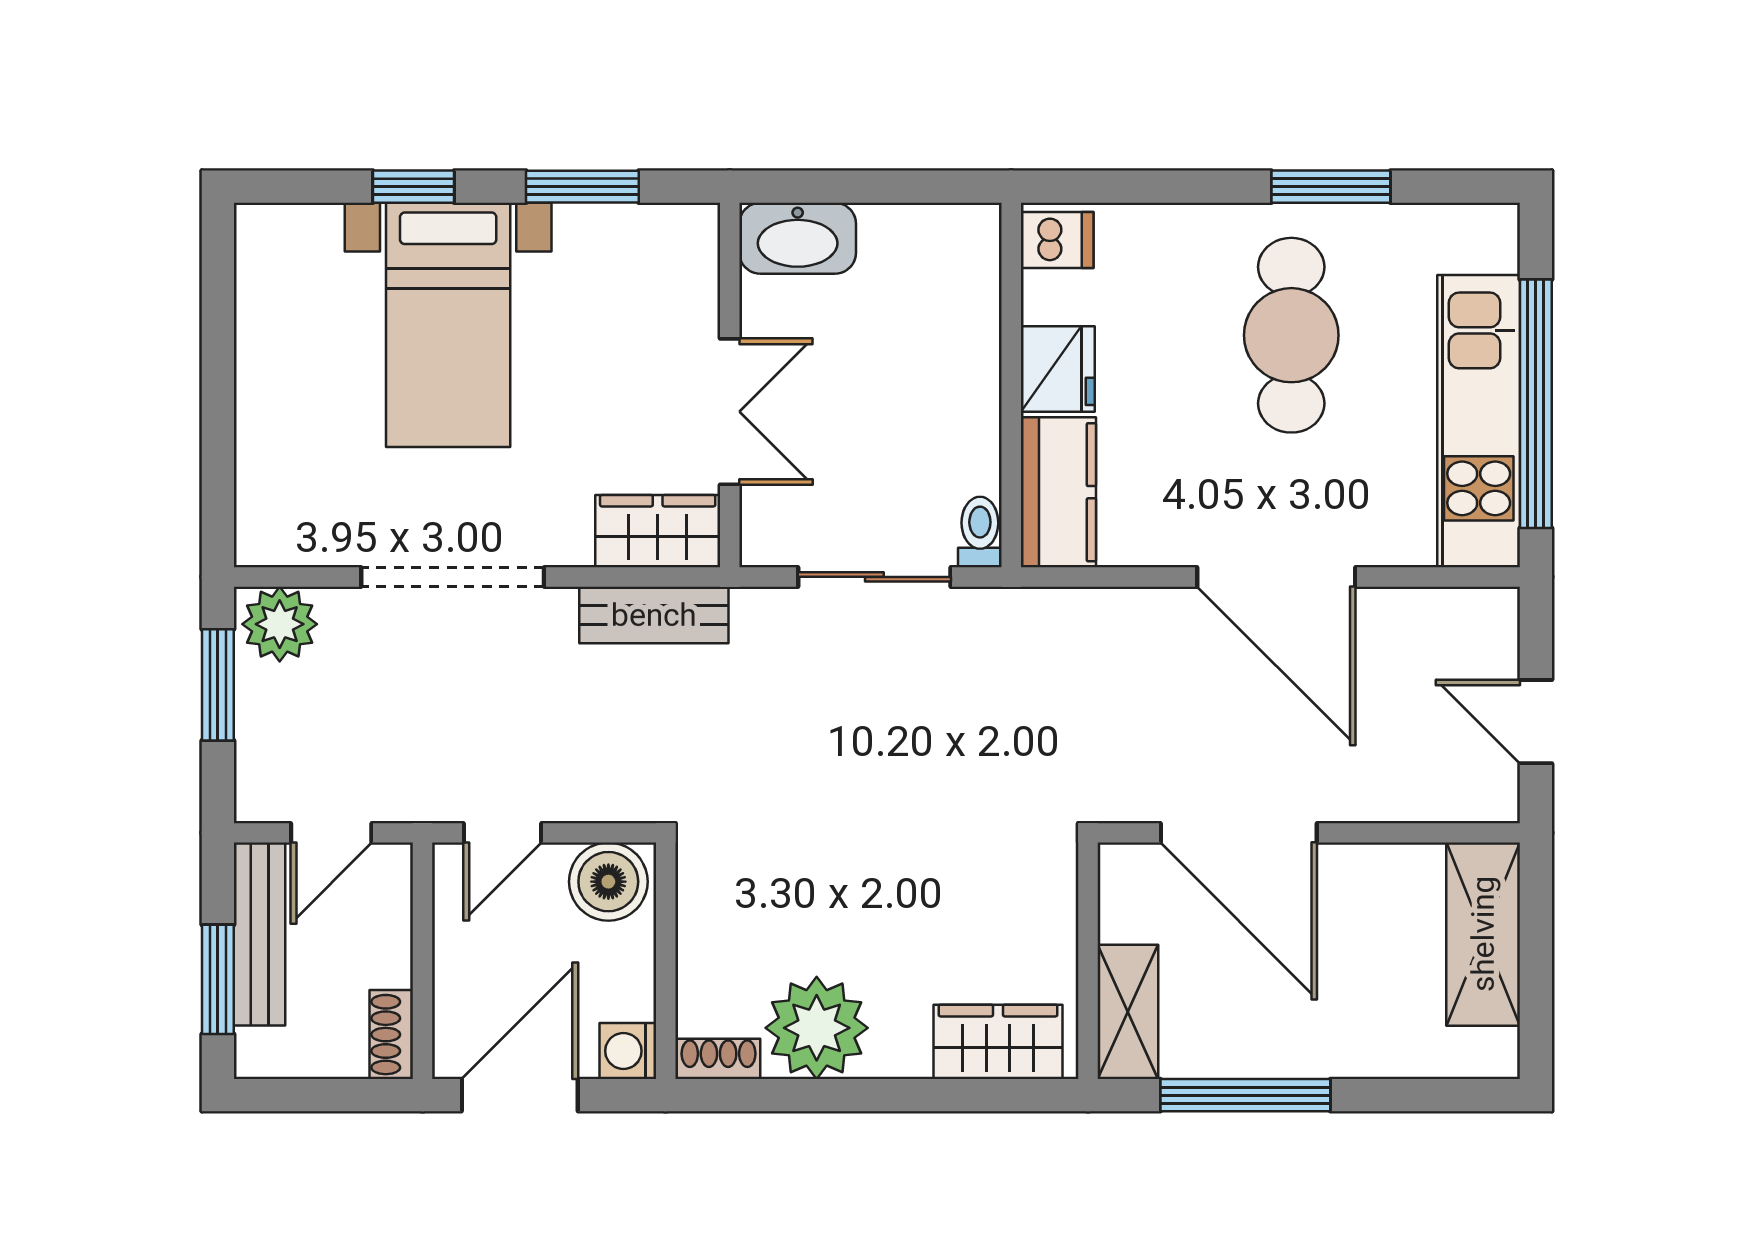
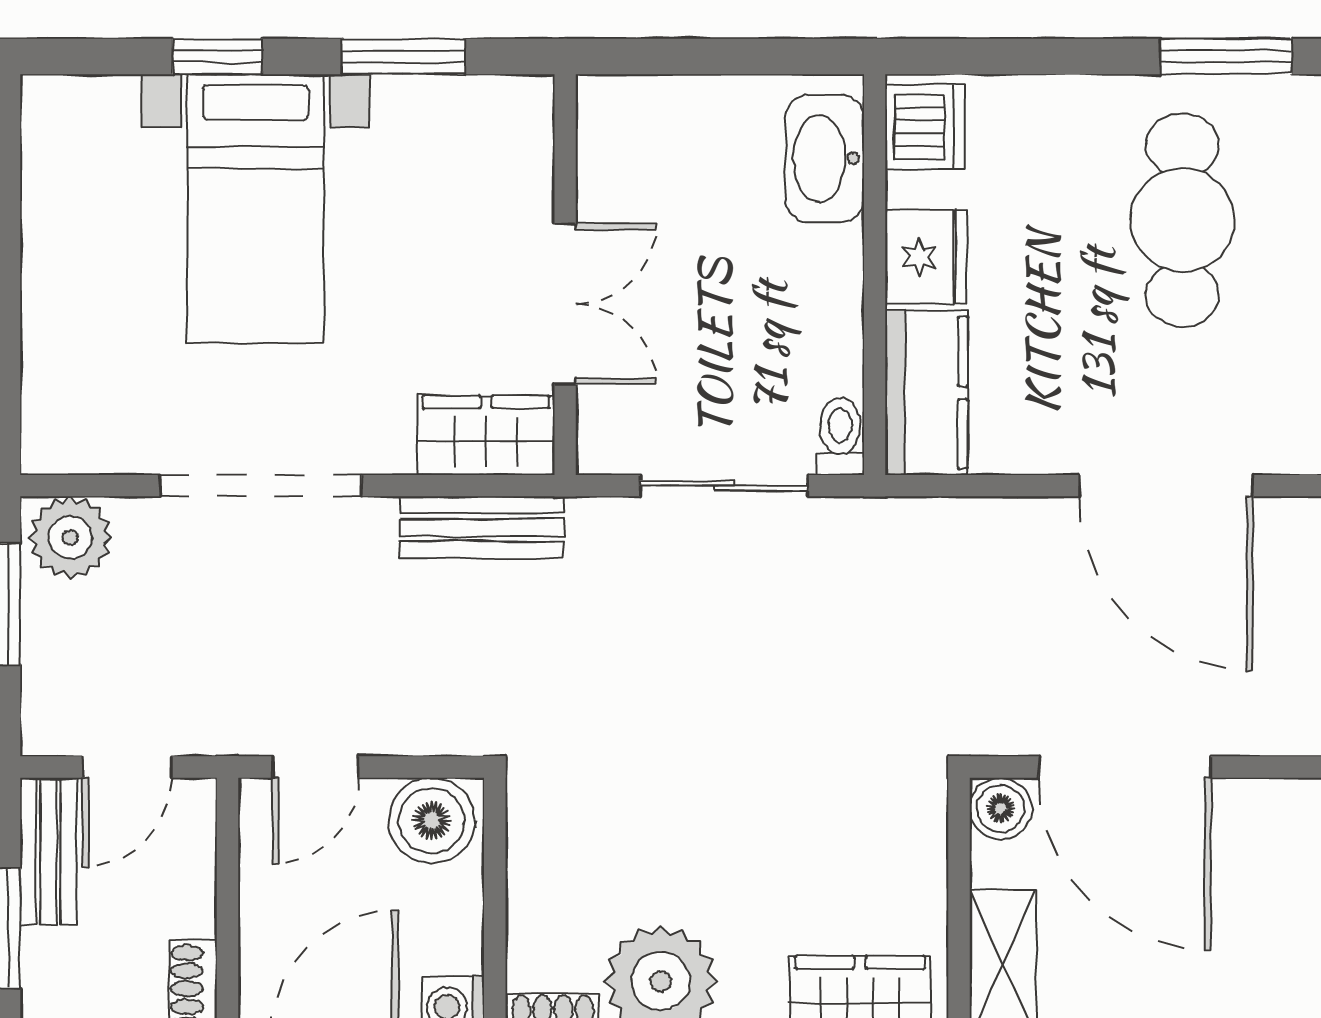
washbasin: (798, 238) -> (825, 158), moved, turned 90
dishwasher: (1057, 240) -> (925, 127), width x1.38
boiler: (1126, 871) -> (1001, 808), added
bench: (259, 934) -> (48, 851), width x0.73

